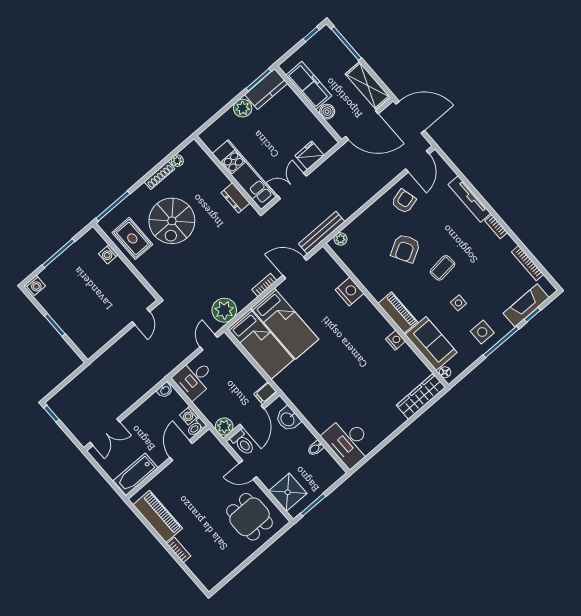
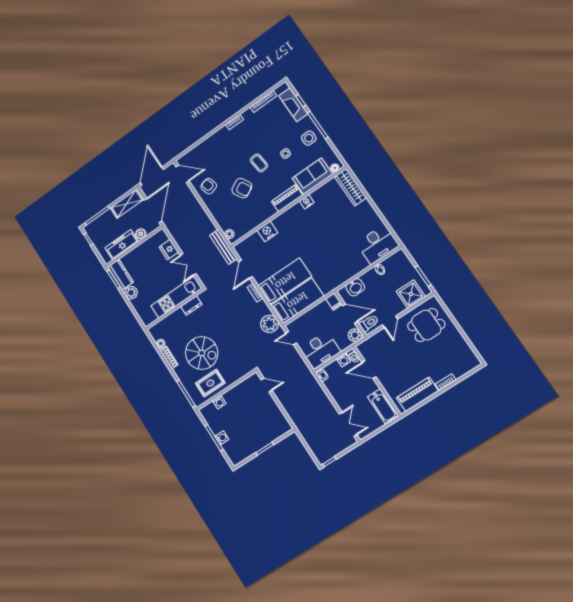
tv unit: (469, 199) -> (213, 139), removed
washing machine: (35, 285) -> (222, 438), moved
desk: (194, 379) -> (320, 350), width x1.37

